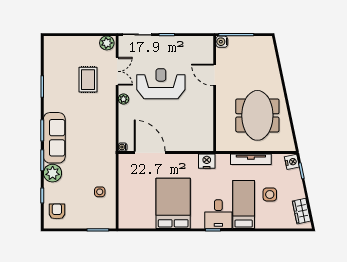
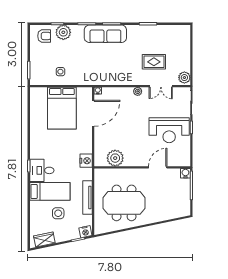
reception desk: (161, 84) -> (169, 130), moved, turned 90
plant: (204, 126) -> (115, 158), added
plant: (53, 173) -> (63, 32), moved
bed: (173, 203) -> (62, 108), moved, turned 90

